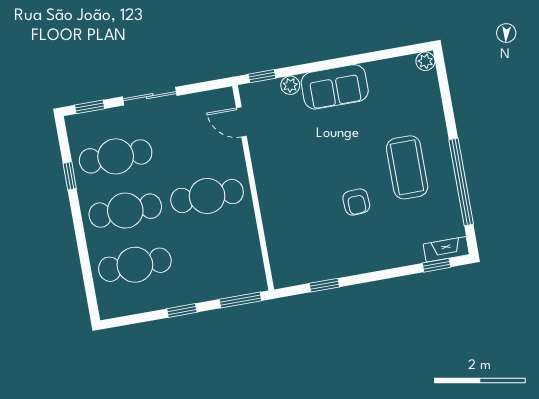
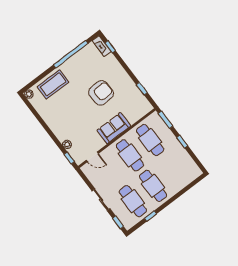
sofa: (335, 87) -> (114, 128), moved, turned -90
door: (241, 122) -> (92, 157), hinge flipped
coffee table: (407, 167) -> (53, 84), moved
armchair: (356, 202) -> (101, 93), width x1.88, depth x1.88
cafe table: (135, 265) -> (150, 140), moved

